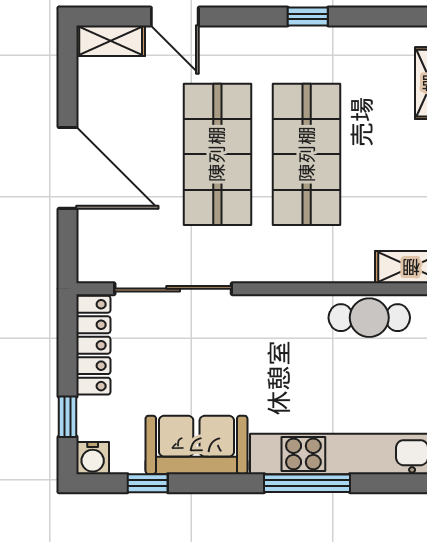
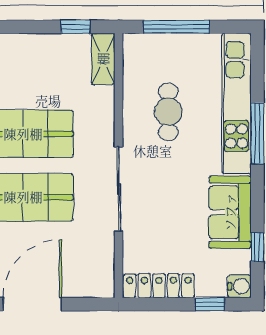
sliding door: (173, 289) -> (119, 189), moved
cafe table: (369, 318) -> (168, 112), moved

